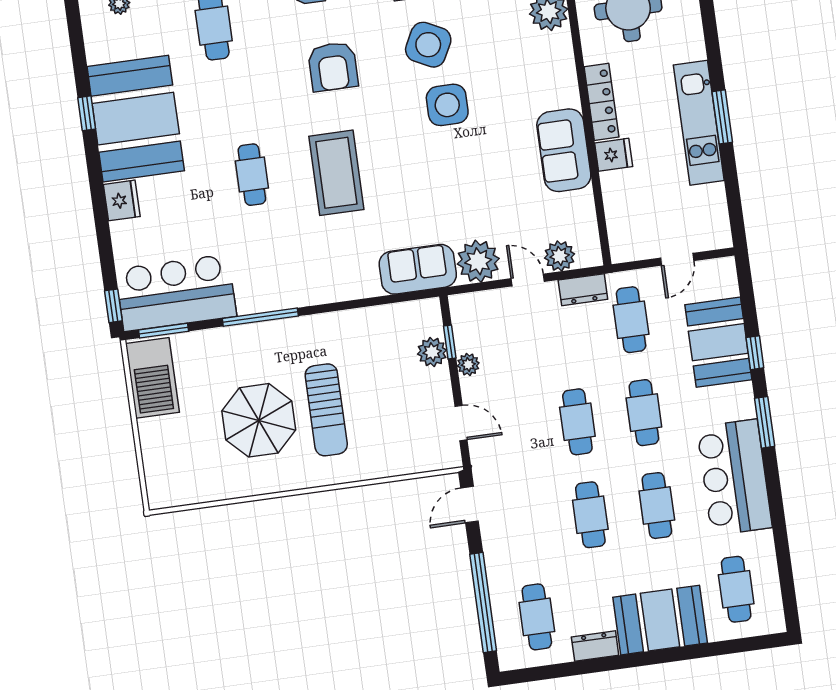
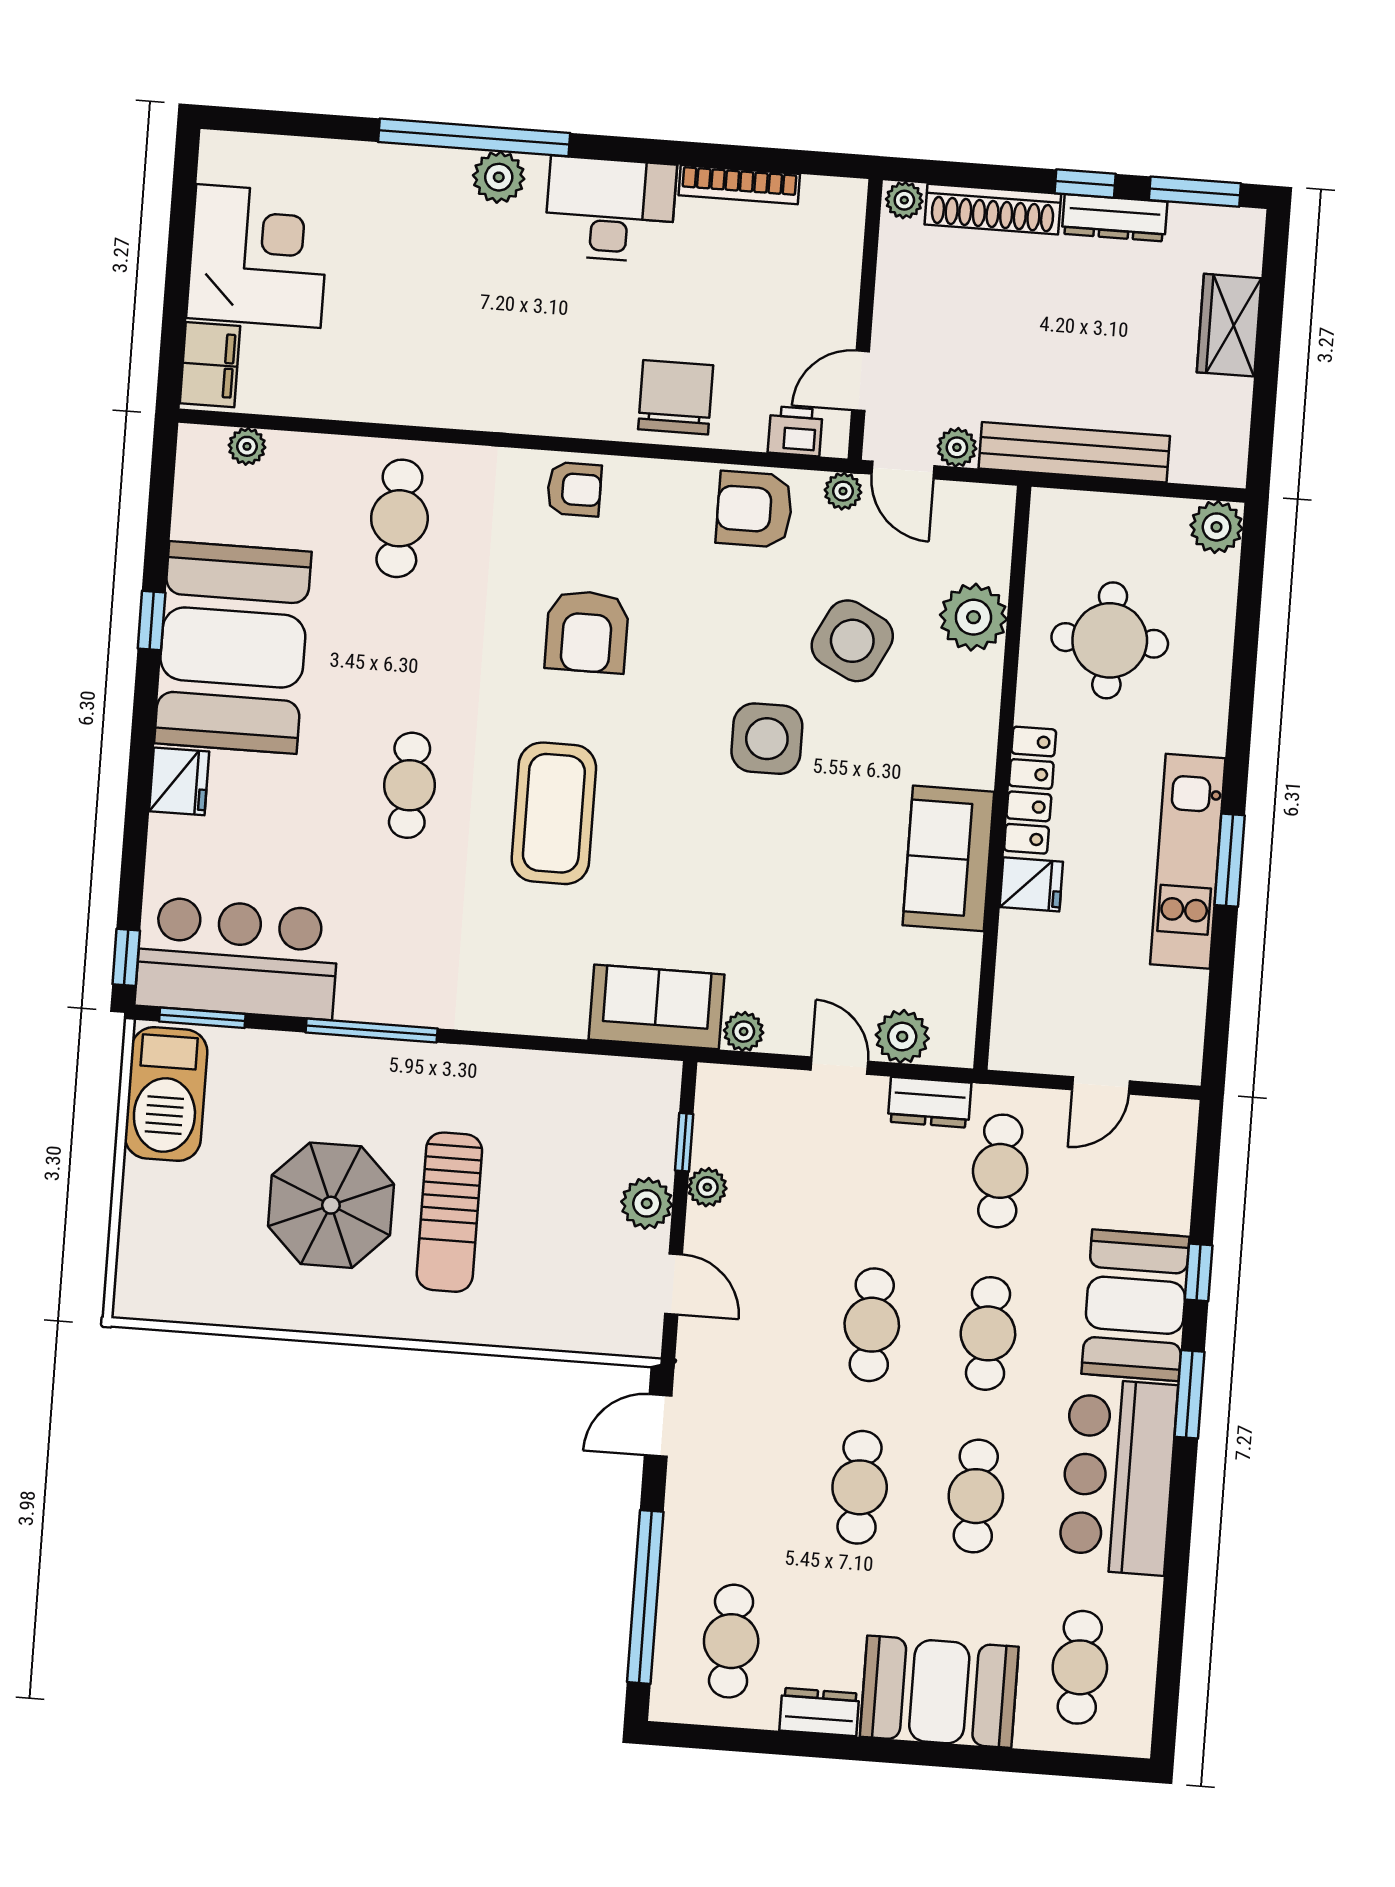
side table: (428, 45) -> (852, 641), moved
plant: (478, 261) -> (744, 1032), width x0.53, depth x0.53
booth: (718, 342) -> (1135, 1305), moved
plant: (432, 352) -> (647, 1203), moved

